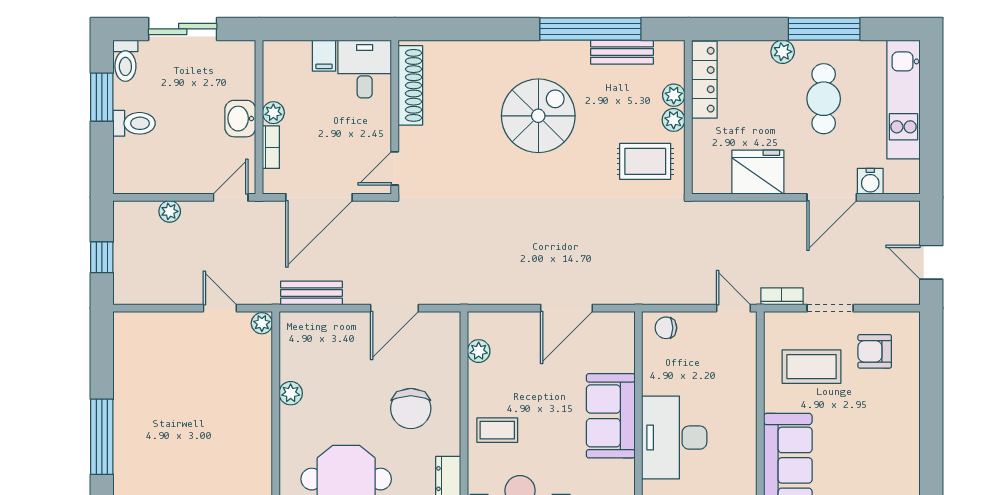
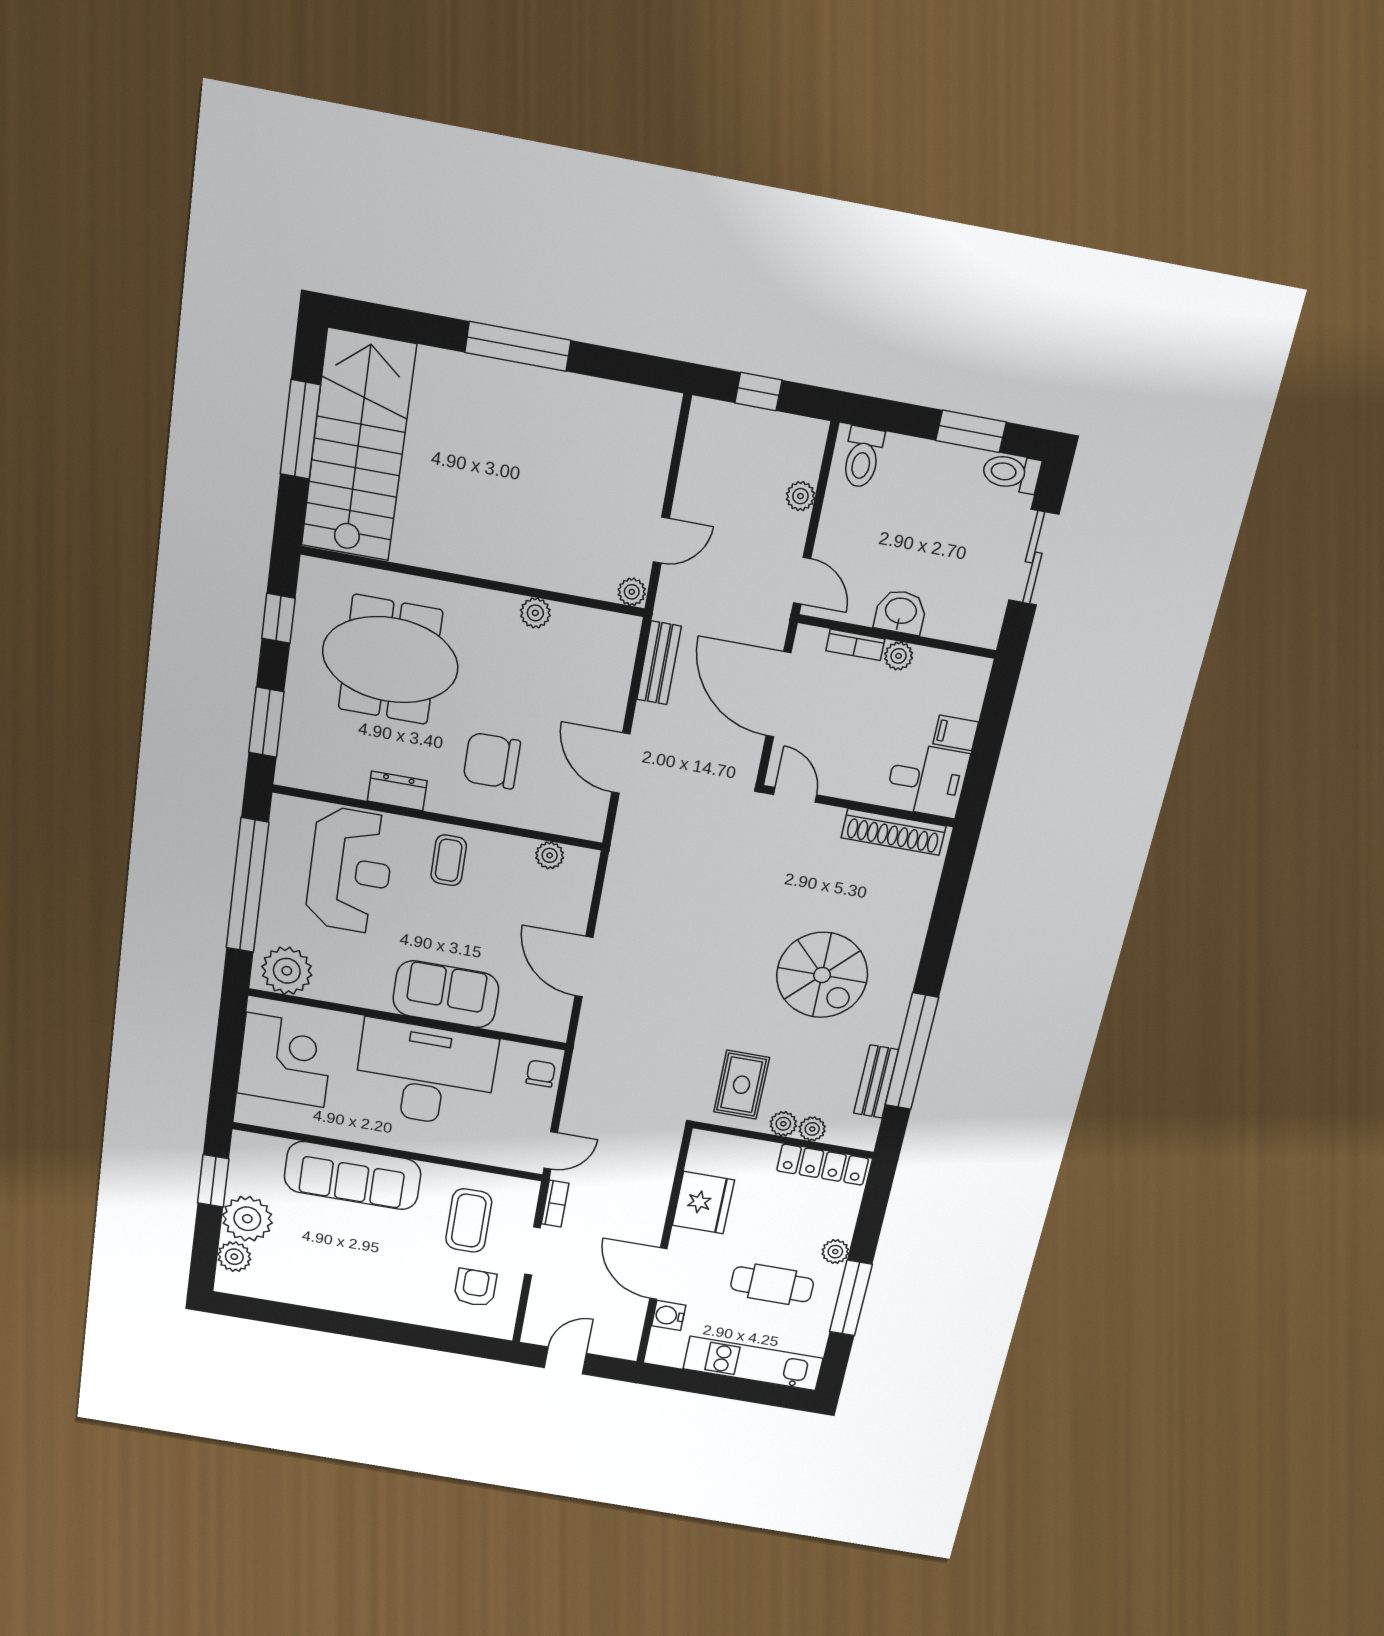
toilet: (134, 123) -> (862, 457), moved
desk: (674, 438) -> (425, 1074), width x1.36, depth x1.30

